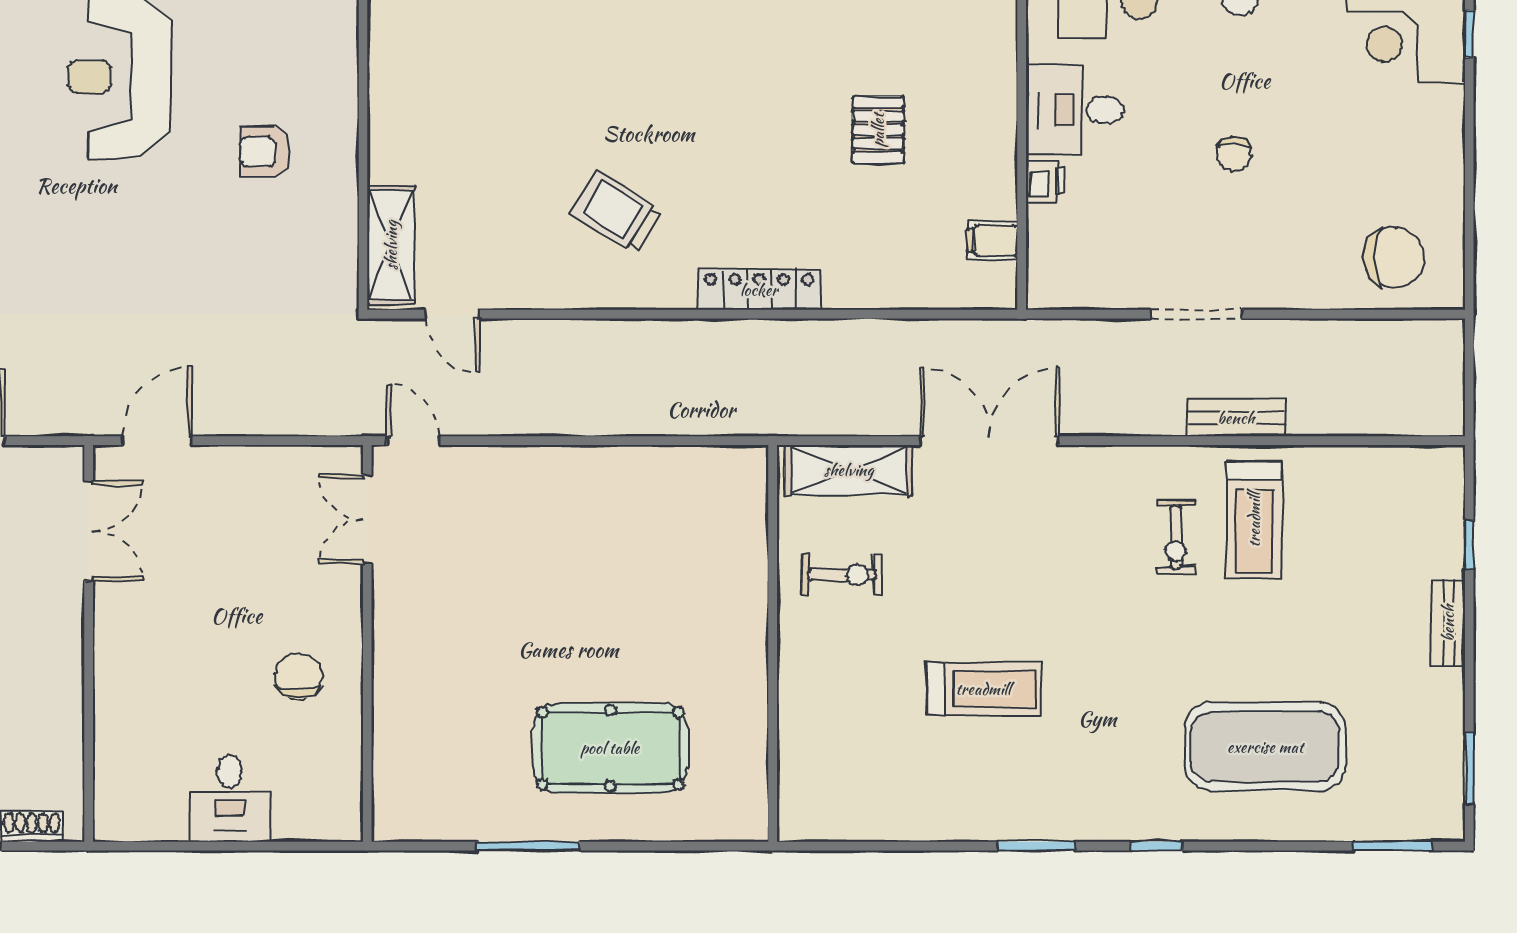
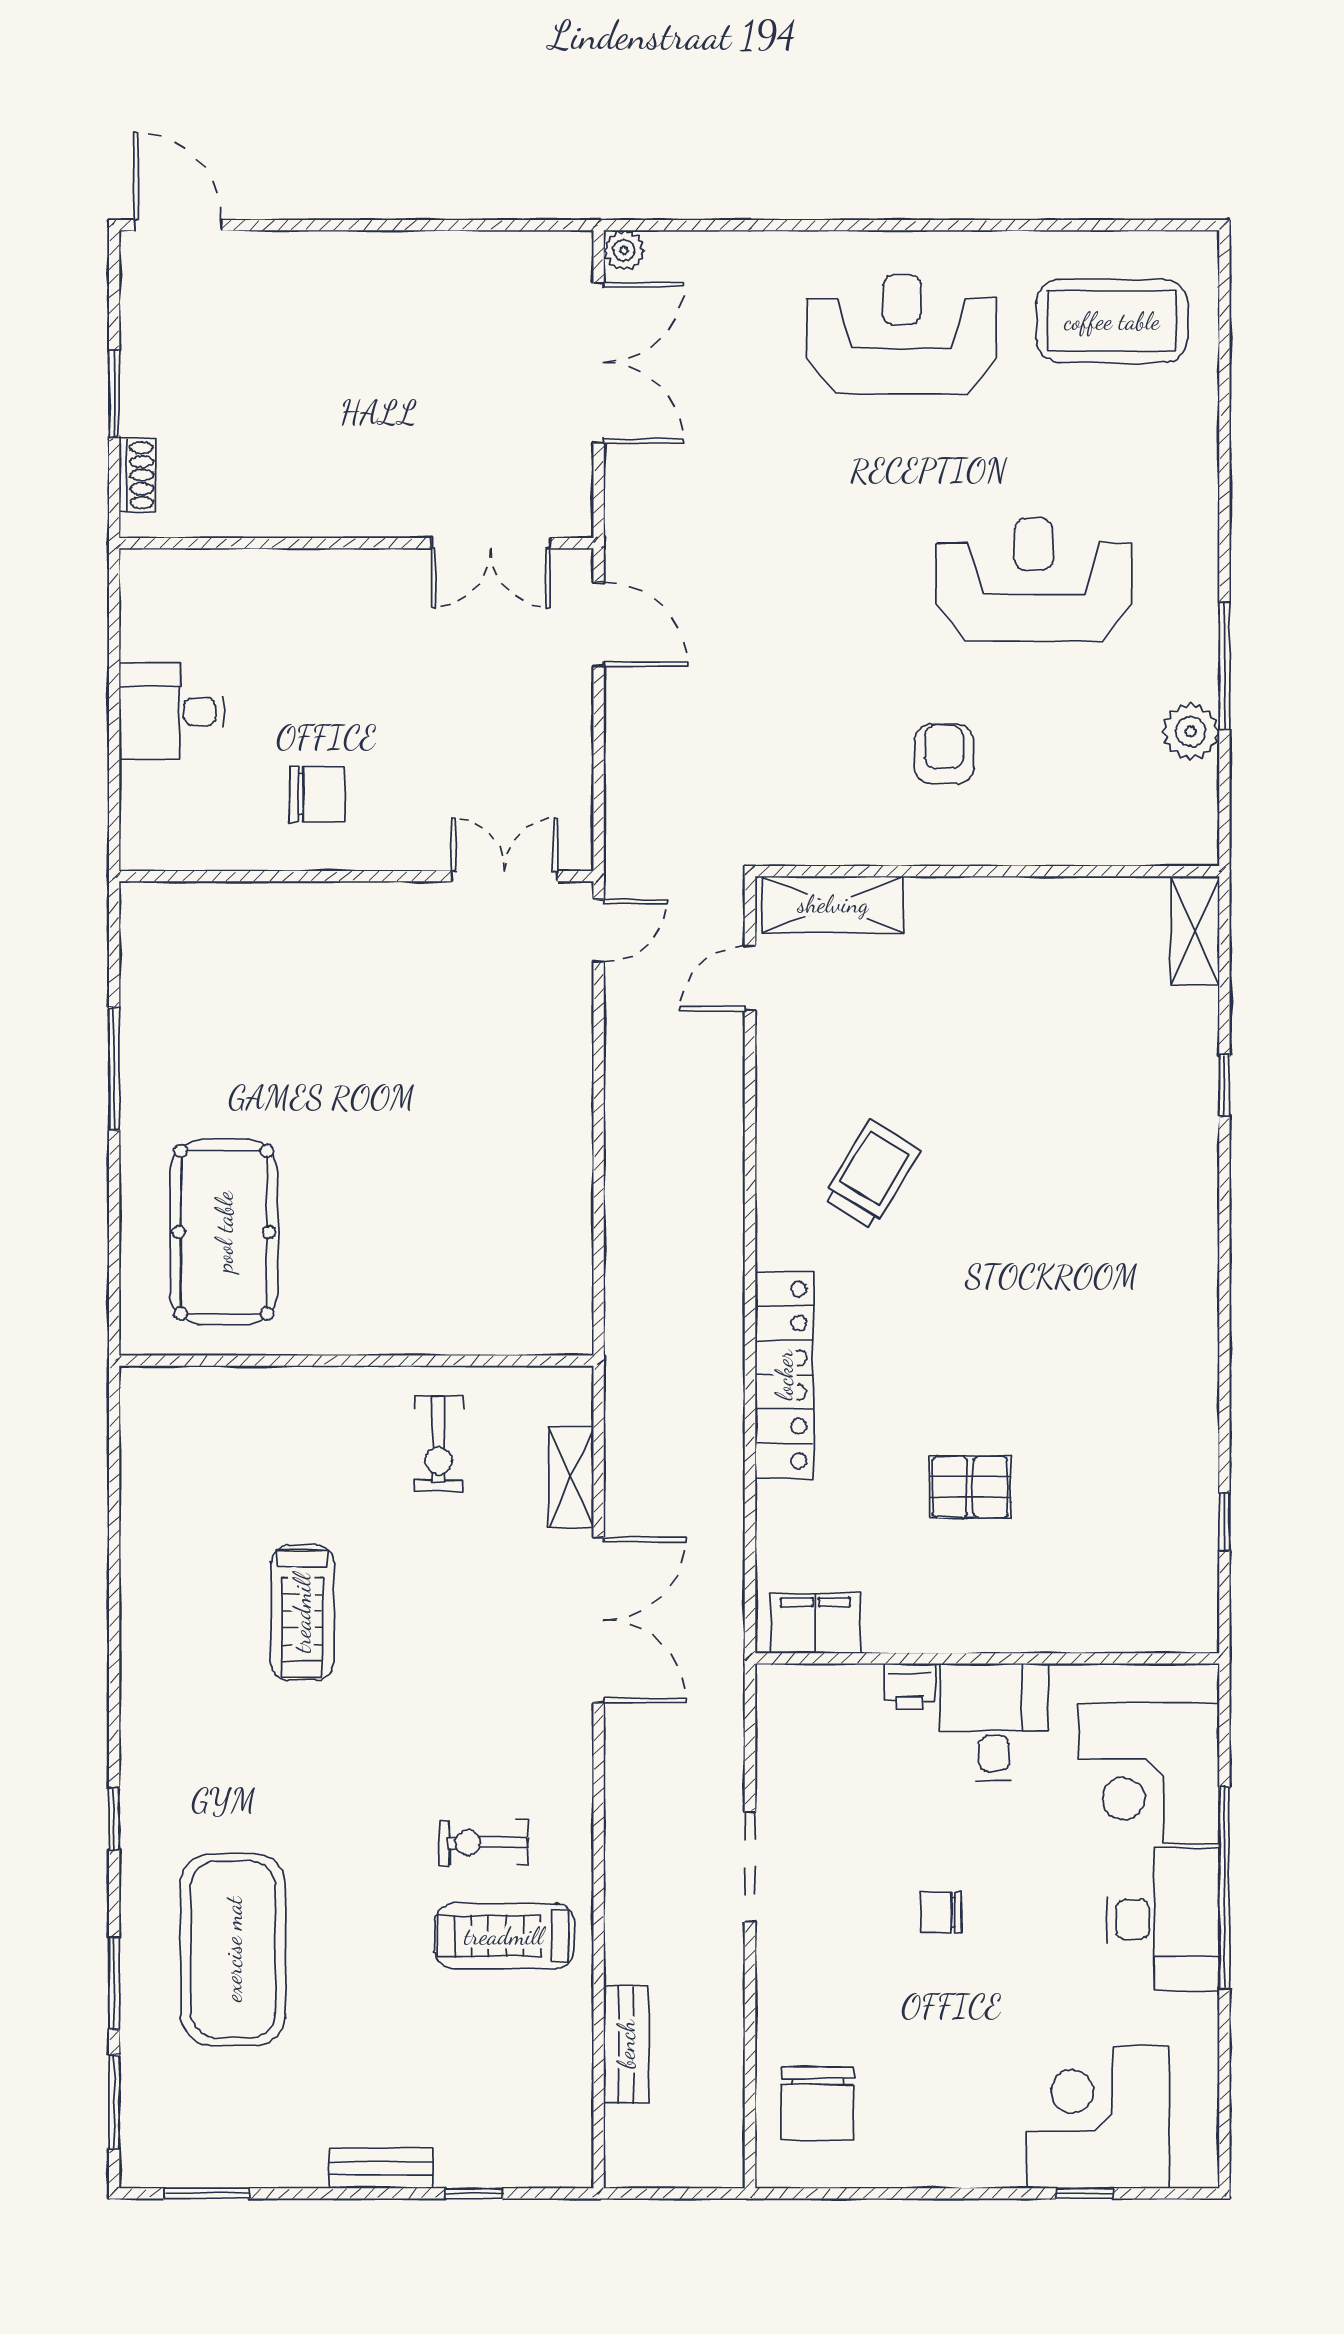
filing cabinet: (992, 240) -> (816, 1623), width x2.00
locker: (759, 290) -> (784, 1375), width x1.41, depth x1.21
bench: (1236, 418) -> (626, 2044), moved
shelving: (849, 470) -> (571, 1477), width x0.67, depth x0.75
pool table: (610, 748) -> (224, 1232), moved
window: (1036, 846) -> (114, 1983), moved

